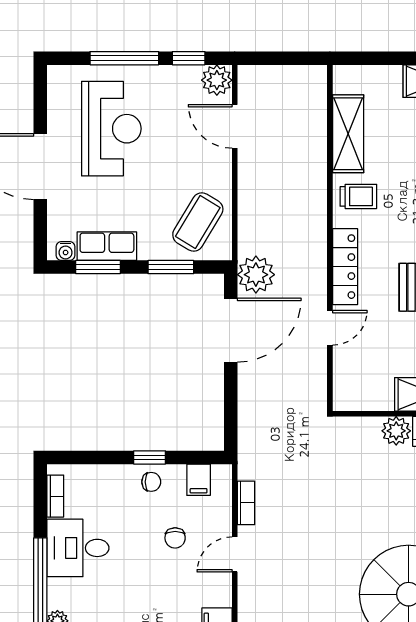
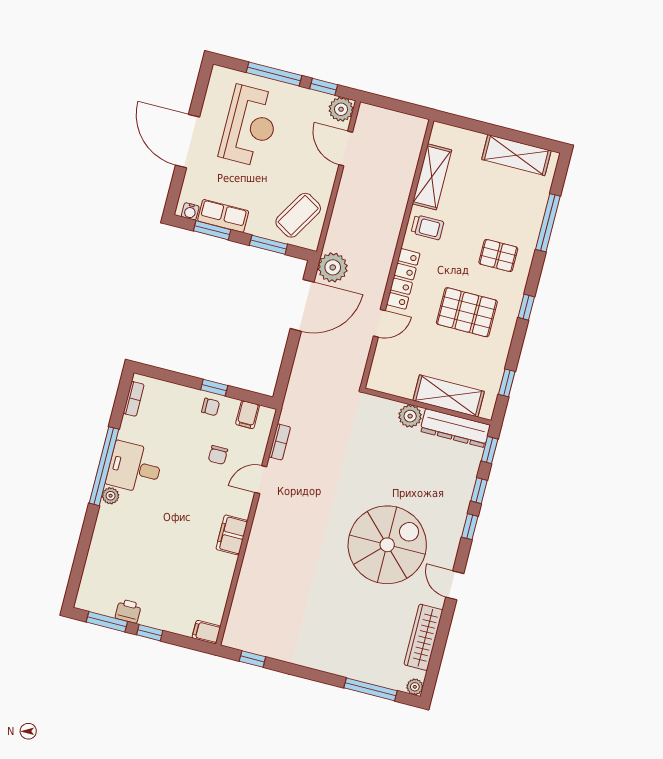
desk: (78, 548) -> (135, 468), moved

